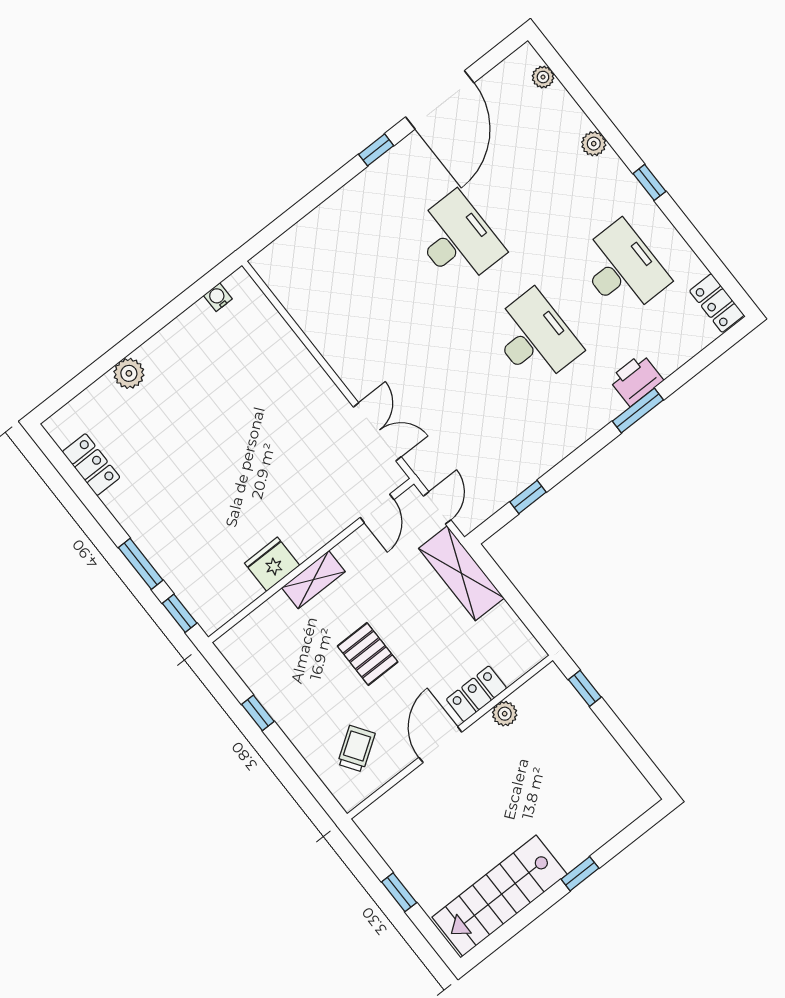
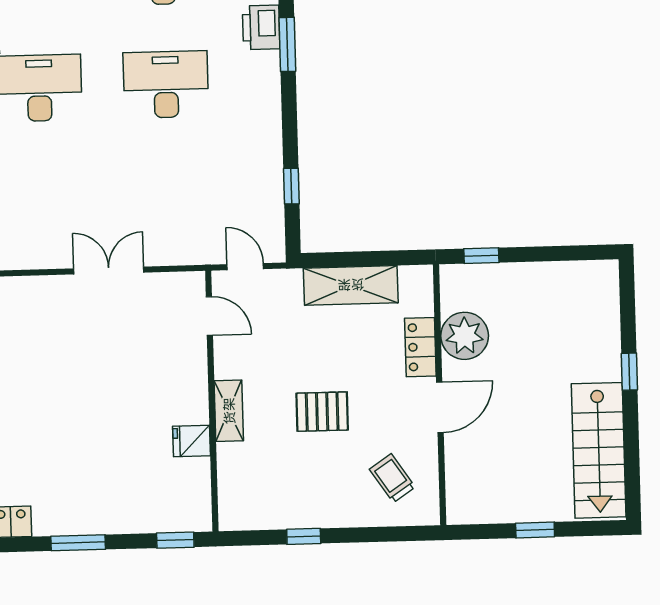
double door: (377, 432) -> (109, 271), moved
window: (141, 564) -> (78, 543), moved
fridge: (272, 564) -> (192, 441), width x0.72
shelving: (461, 573) -> (351, 285), moved
plant: (505, 714) -> (465, 336), width x1.87, depth x1.87
door: (440, 745) -> (440, 407), swing flipped

